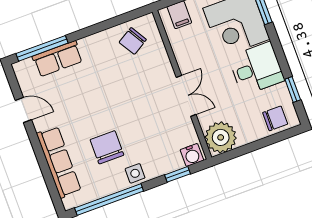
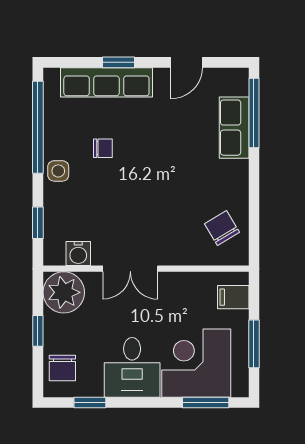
window: (255, 146) -> (38, 331), added
chair: (107, 147) -> (103, 148), width x0.54, depth x0.54
water cooler: (192, 155) -> (78, 253), moved, turned -90
window: (41, 159) -> (118, 62), added

